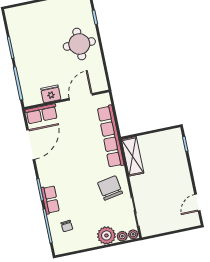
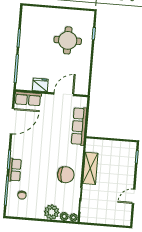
round table: (79, 44) -> (68, 40), moved
row of seats: (111, 136) -> (79, 126), width x0.73
shelving: (133, 156) -> (90, 168), moved
chair: (110, 188) -> (66, 175), turned 100
door: (197, 203) -> (134, 196), moved

